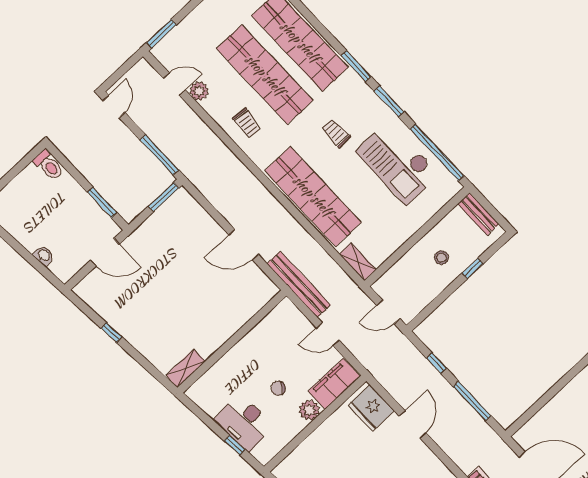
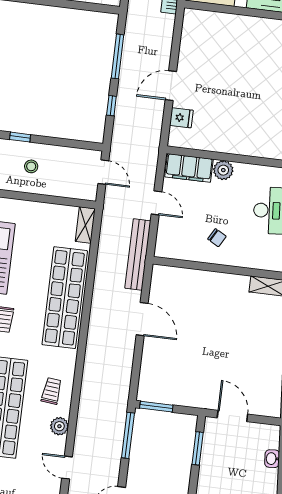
plant: (199, 91) -> (59, 426), moved
chair: (278, 388) -> (217, 238), moved
fridge: (371, 408) -> (181, 118), width x0.53, depth x0.75

